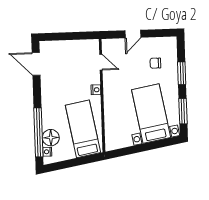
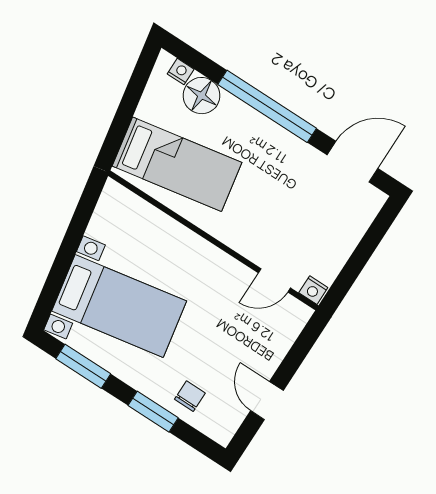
door: (133, 34) -> (267, 401), moved
chair: (155, 63) -> (190, 396), moved
nightstand: (96, 90) -> (313, 290), moved
window: (38, 132) -> (267, 106), moved

